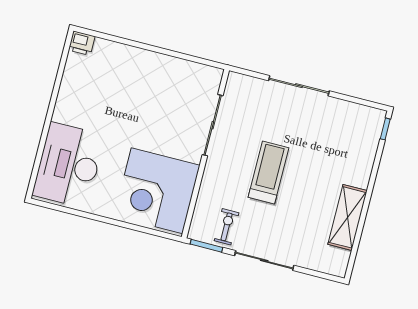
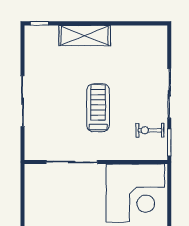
treadmill: (269, 172) -> (98, 108), turned 90
shelving: (348, 217) -> (85, 36), moved

